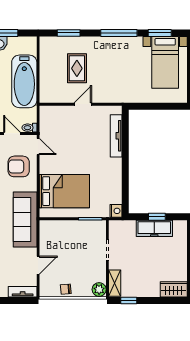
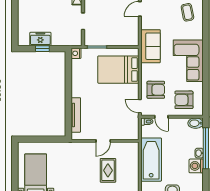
sofa: (25, 220) -> (151, 46), width x0.73
freezer: (154, 228) -> (40, 39), width x0.71

